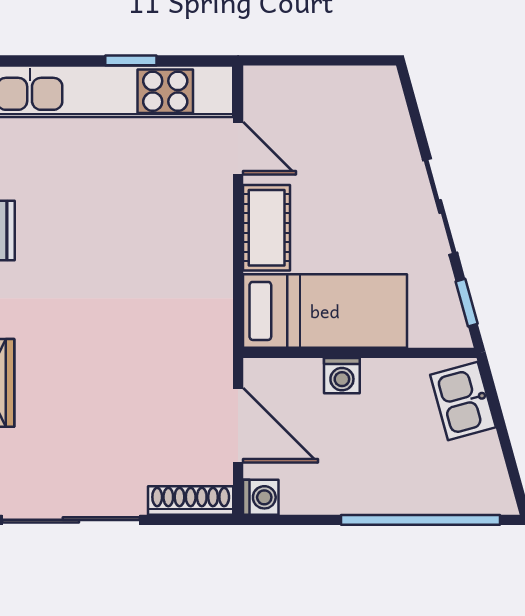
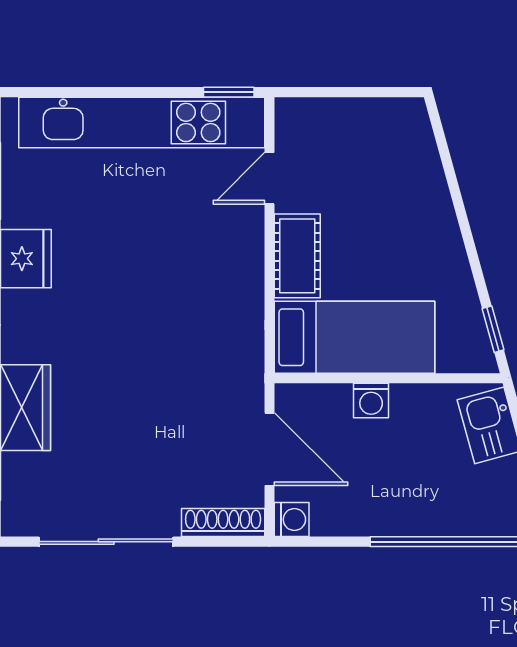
window: (131, 60) -> (229, 92), moved
door: (238, 148) -> (270, 178), swing flipped
sliding door: (440, 206) -> (467, 235), removed

